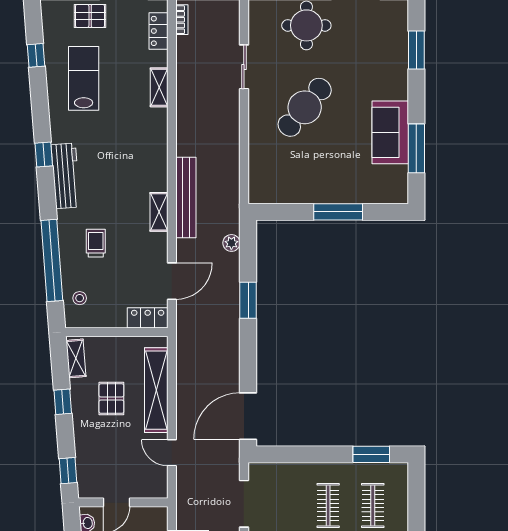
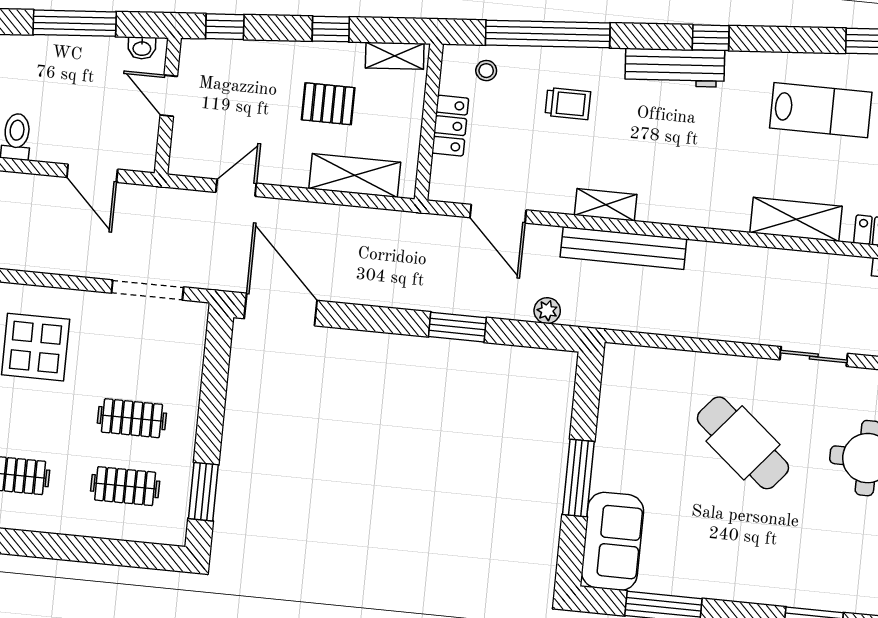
shelving: (159, 87) -> (796, 219), width x1.50, depth x1.33
sofa: (390, 132) -> (613, 541), moved, turned 90
locker: (148, 318) -> (450, 126), moved
shelving: (156, 390) -> (355, 175), width x0.68

